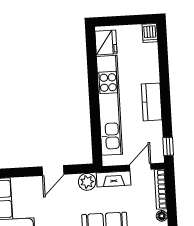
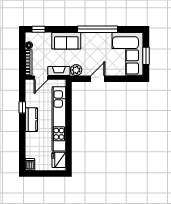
window: (168, 146) -> (22, 107), moved

